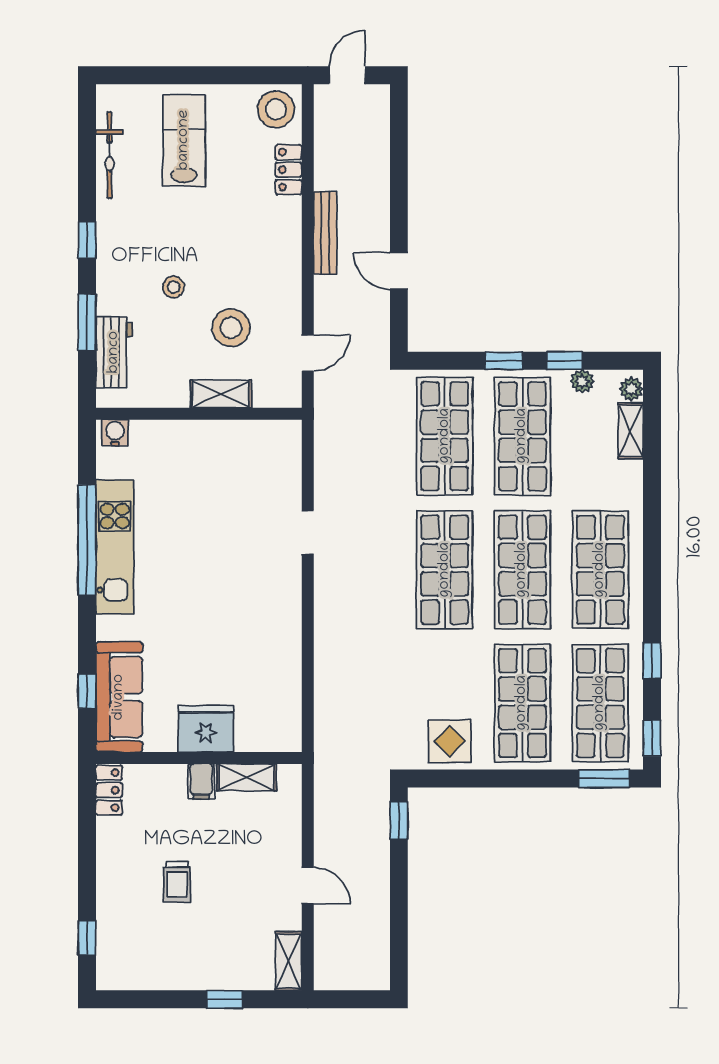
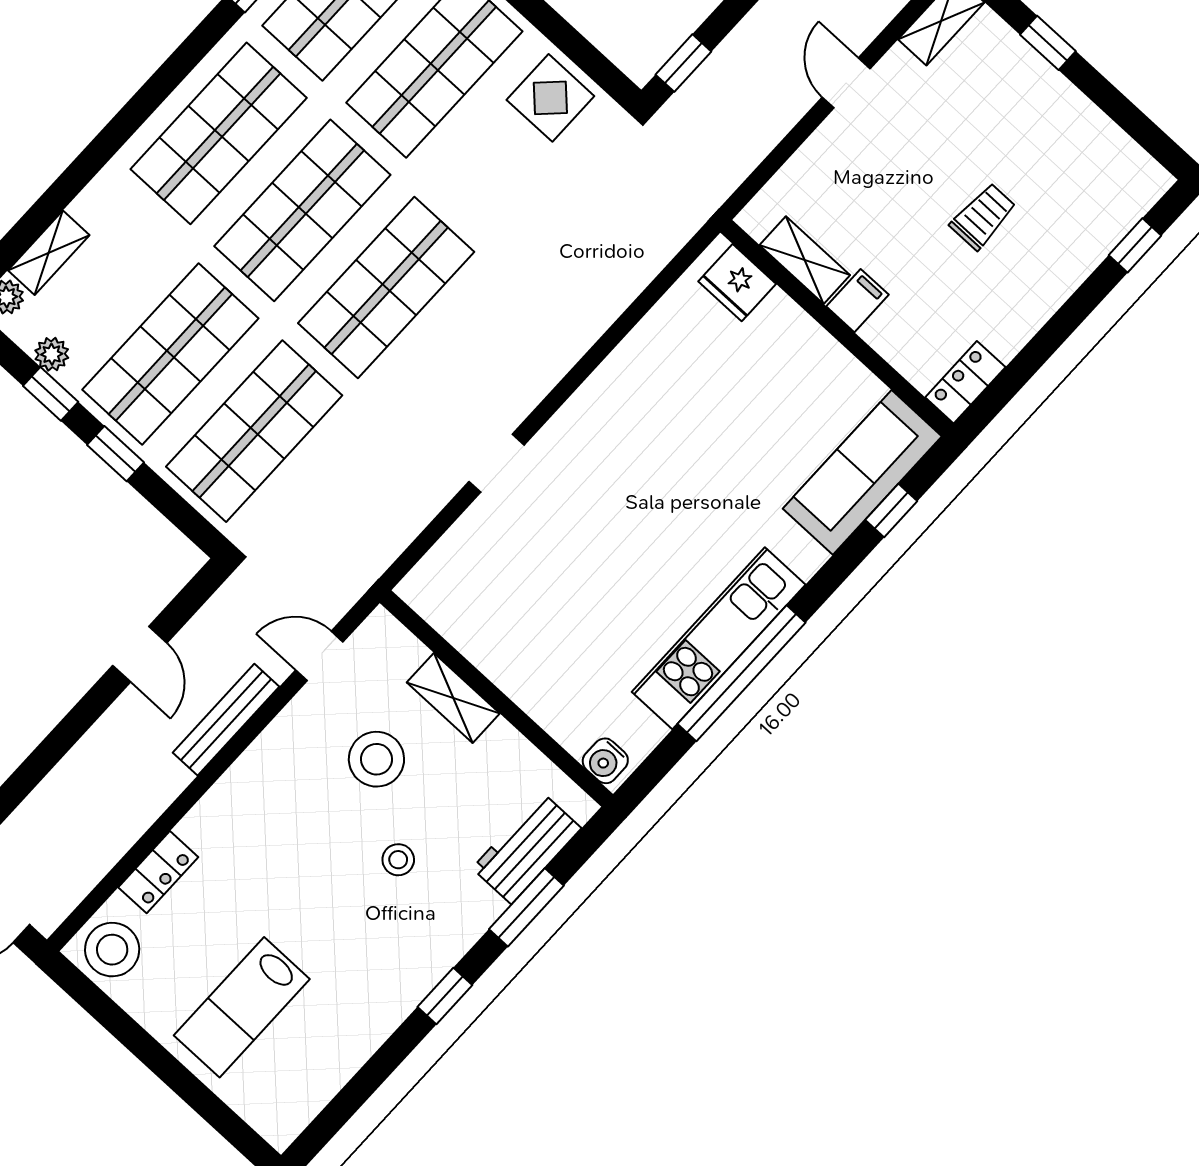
bicycle: (110, 155) -> (337, 1065), removed
bench: (325, 233) -> (226, 720), moved
fridge: (206, 729) -> (737, 283), moved, width x0.73, depth x0.75

